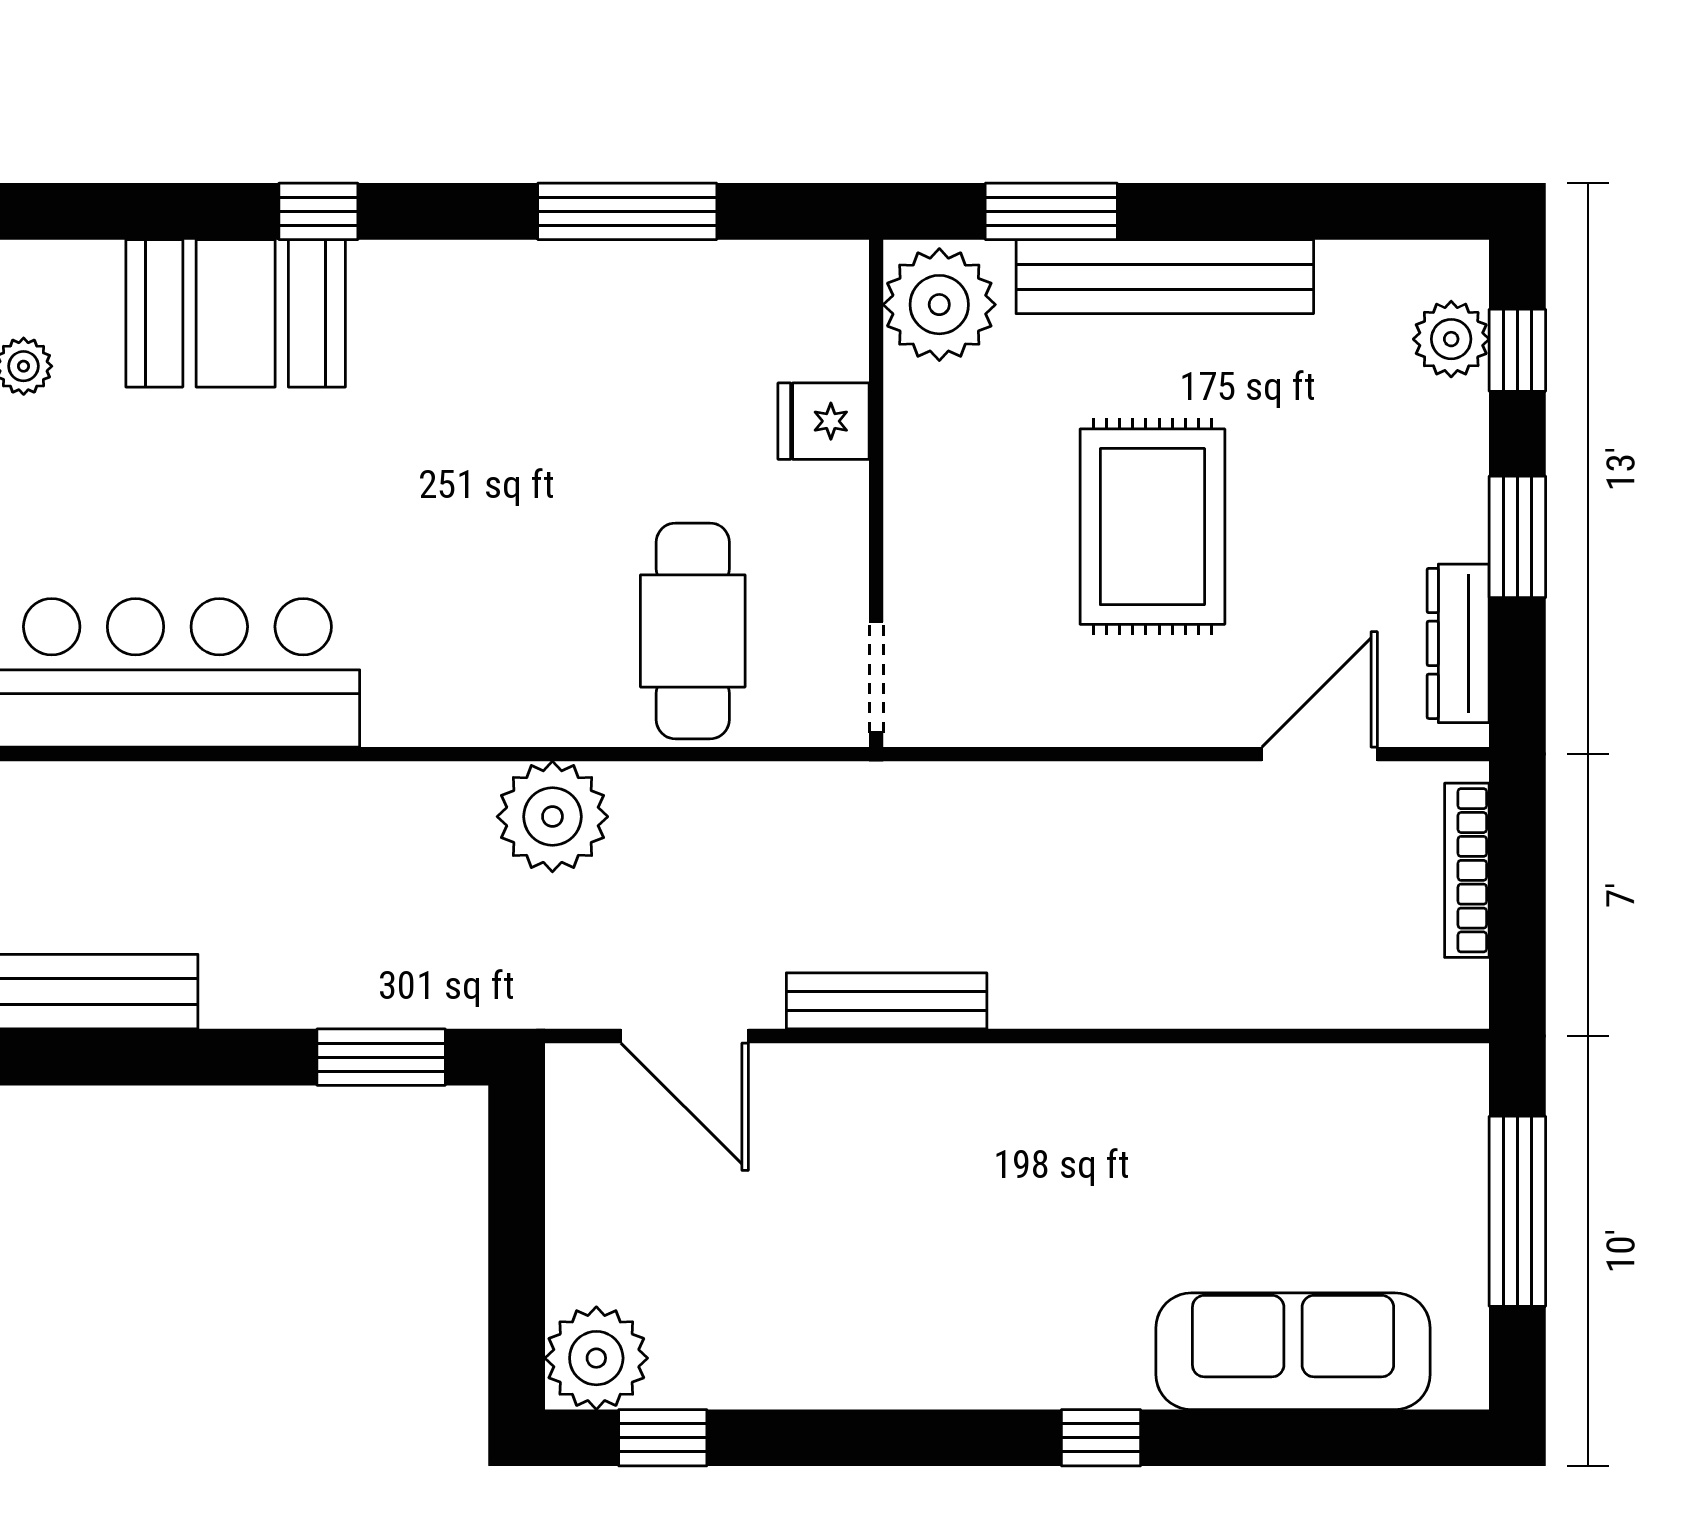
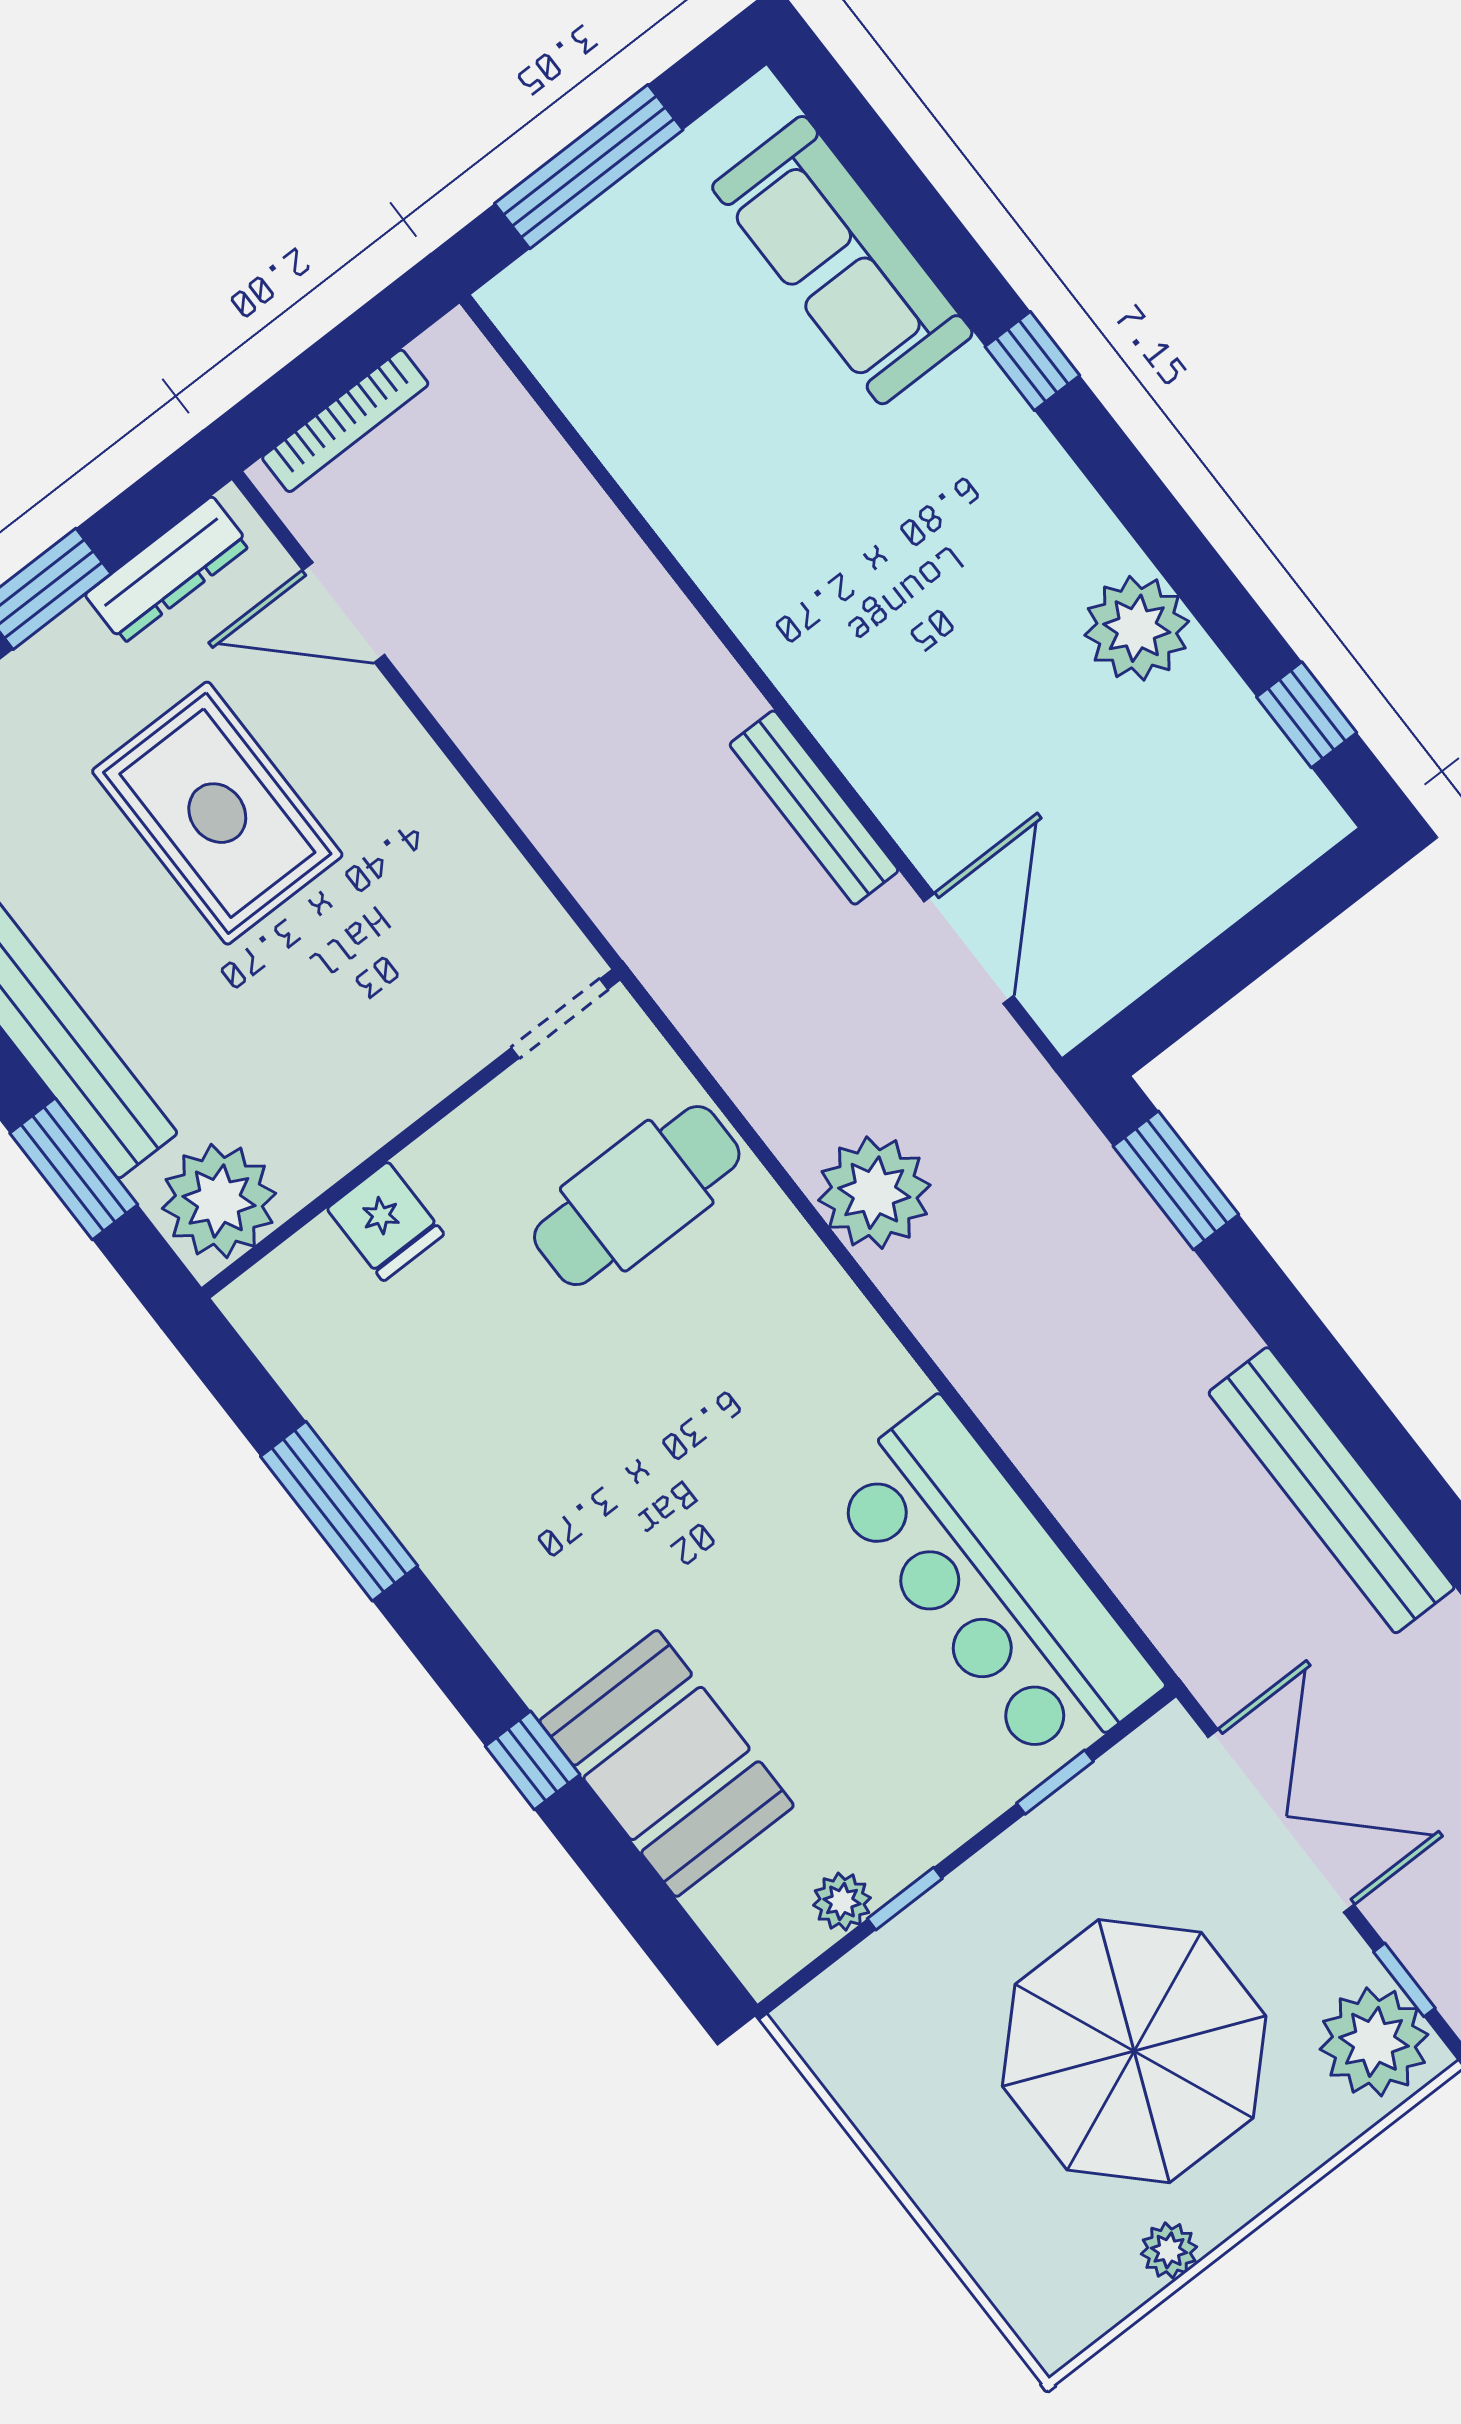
rug: (1152, 527) -> (217, 813), moved, turned 90
plant: (596, 1358) -> (1137, 628), moved

